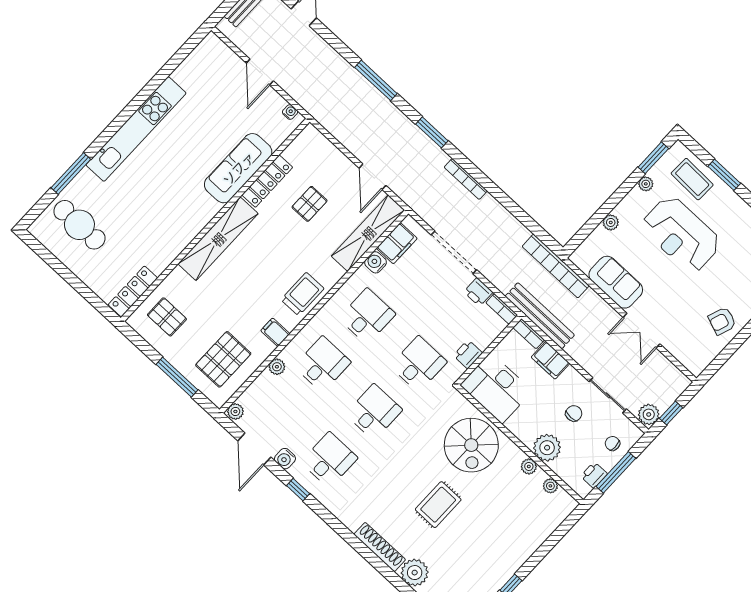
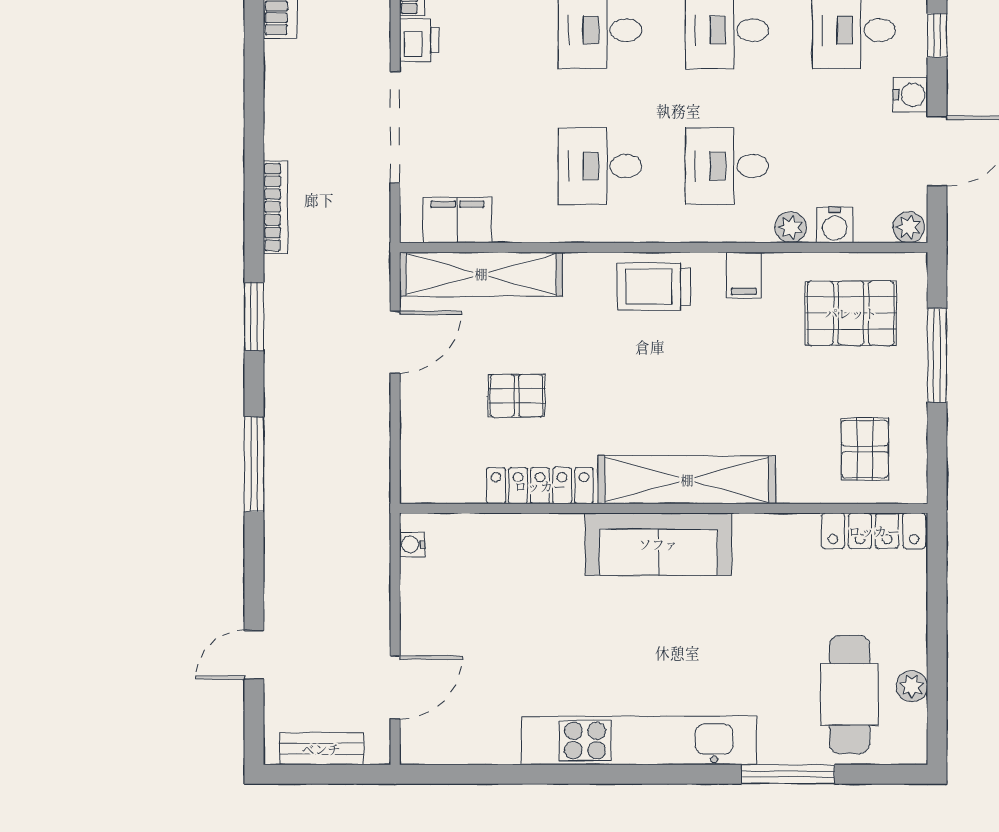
door: (260, 72) -> (395, 687), moved
sofa: (238, 168) -> (658, 544), moved
plant: (61, 251) -> (912, 686), added
water cooler: (376, 262) -> (835, 225), moved

